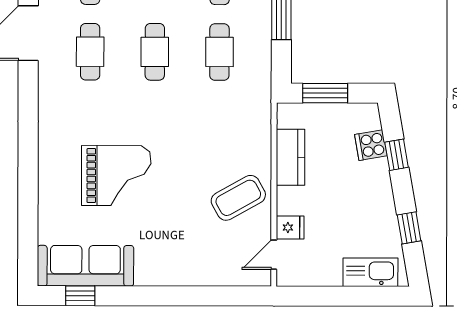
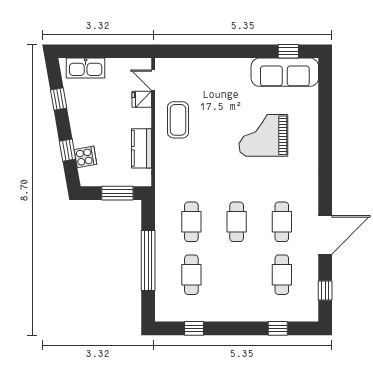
coffee table: (238, 198) -> (178, 120), turned -61
door: (274, 255) -> (153, 80), swing flipped

